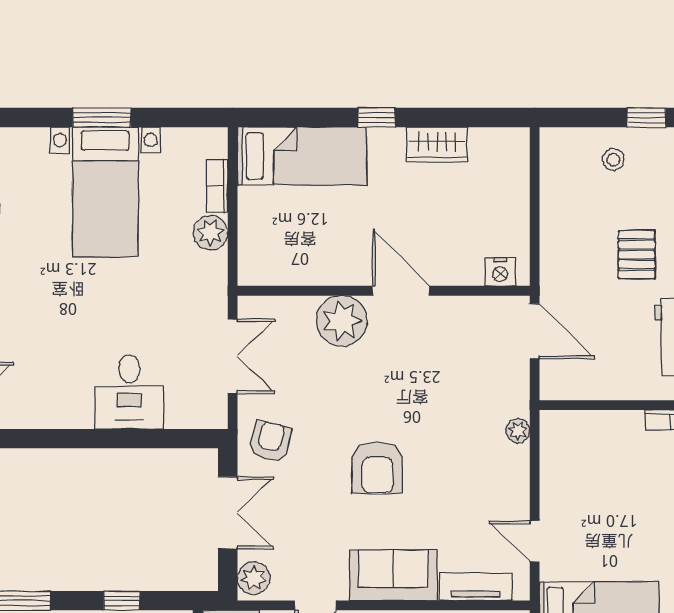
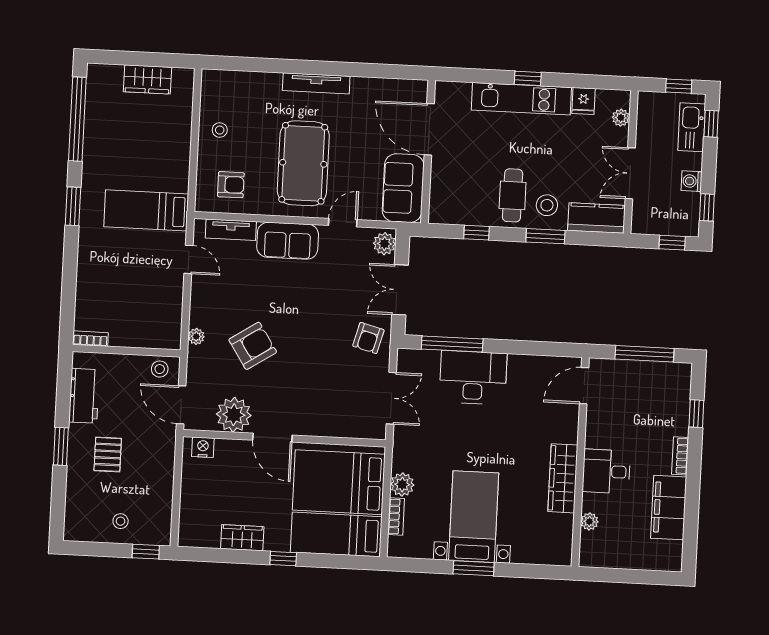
window: (646, 117) -> (146, 552), moved
bed: (302, 231) -> (339, 482), added
plant: (342, 321) -> (234, 415), moved
double door: (233, 356) -> (391, 398), swing flipped
stool: (568, 381) -> (160, 369), added
desk: (129, 392) -> (473, 378), width x1.37
window: (149, 439) -> (452, 344), added
armchair: (377, 468) -> (253, 346), moved, turned 57

